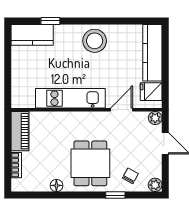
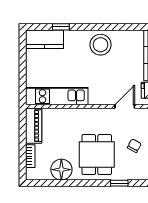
kitchen unit: (70, 98) -> (57, 96), moved
chair: (130, 176) -> (134, 146), moved
floor lamp: (56, 185) -> (61, 170), width x1.89, depth x1.89

